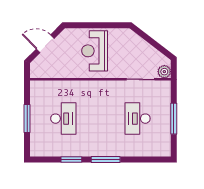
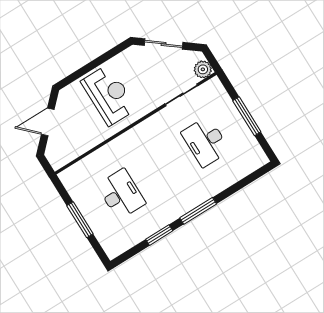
sliding door: (149, 40) -> (164, 44), added
reception desk: (95, 51) -> (109, 95), turned 180

